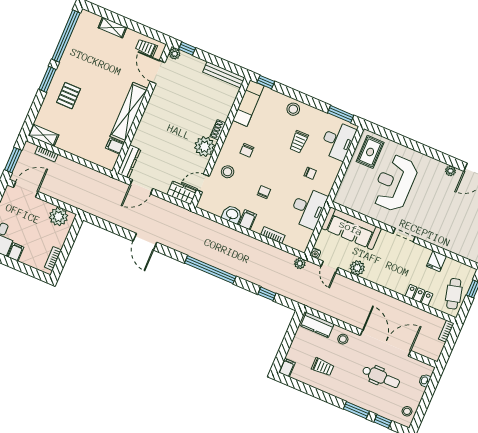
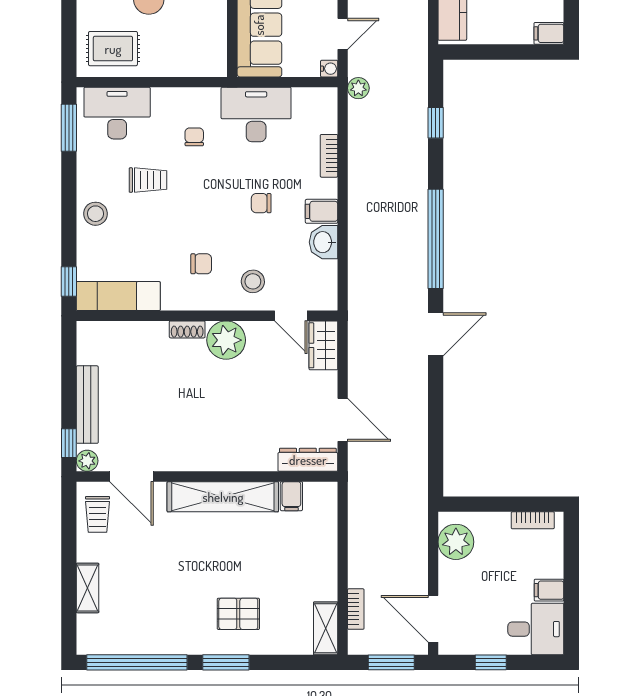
door: (158, 72) -> (131, 477), hinge flipped
bench: (224, 75) -> (87, 405), moved
door: (145, 242) -> (436, 334), moved

